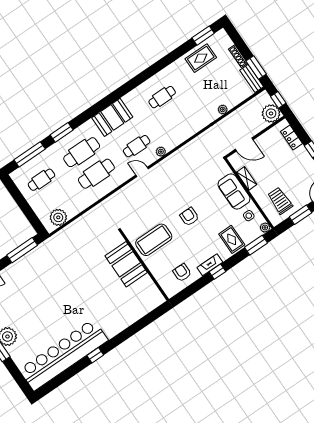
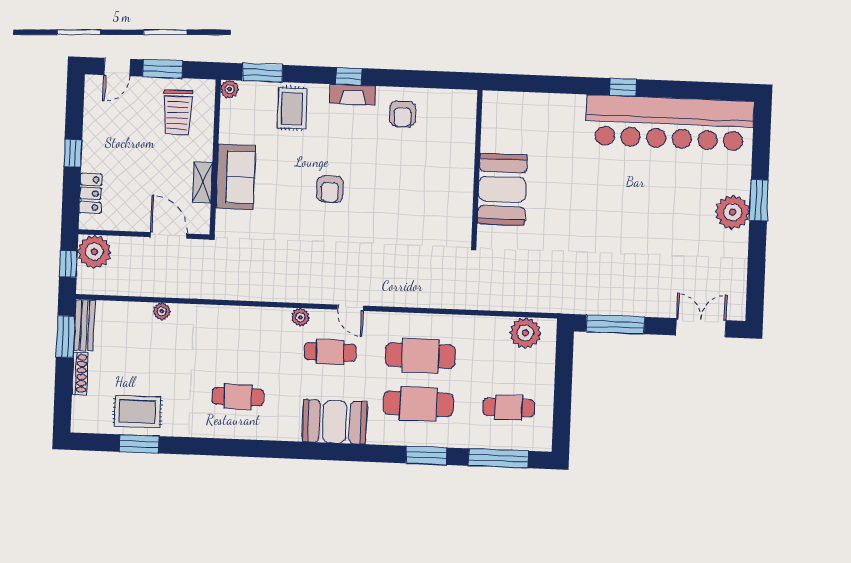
window: (203, 36) -> (139, 444), moved
side table: (249, 216) -> (241, 125), removed
coffee table: (154, 240) -> (408, 194), removed
booth: (126, 264) -> (502, 189), moved
wall: (144, 265) -> (477, 168), moved

